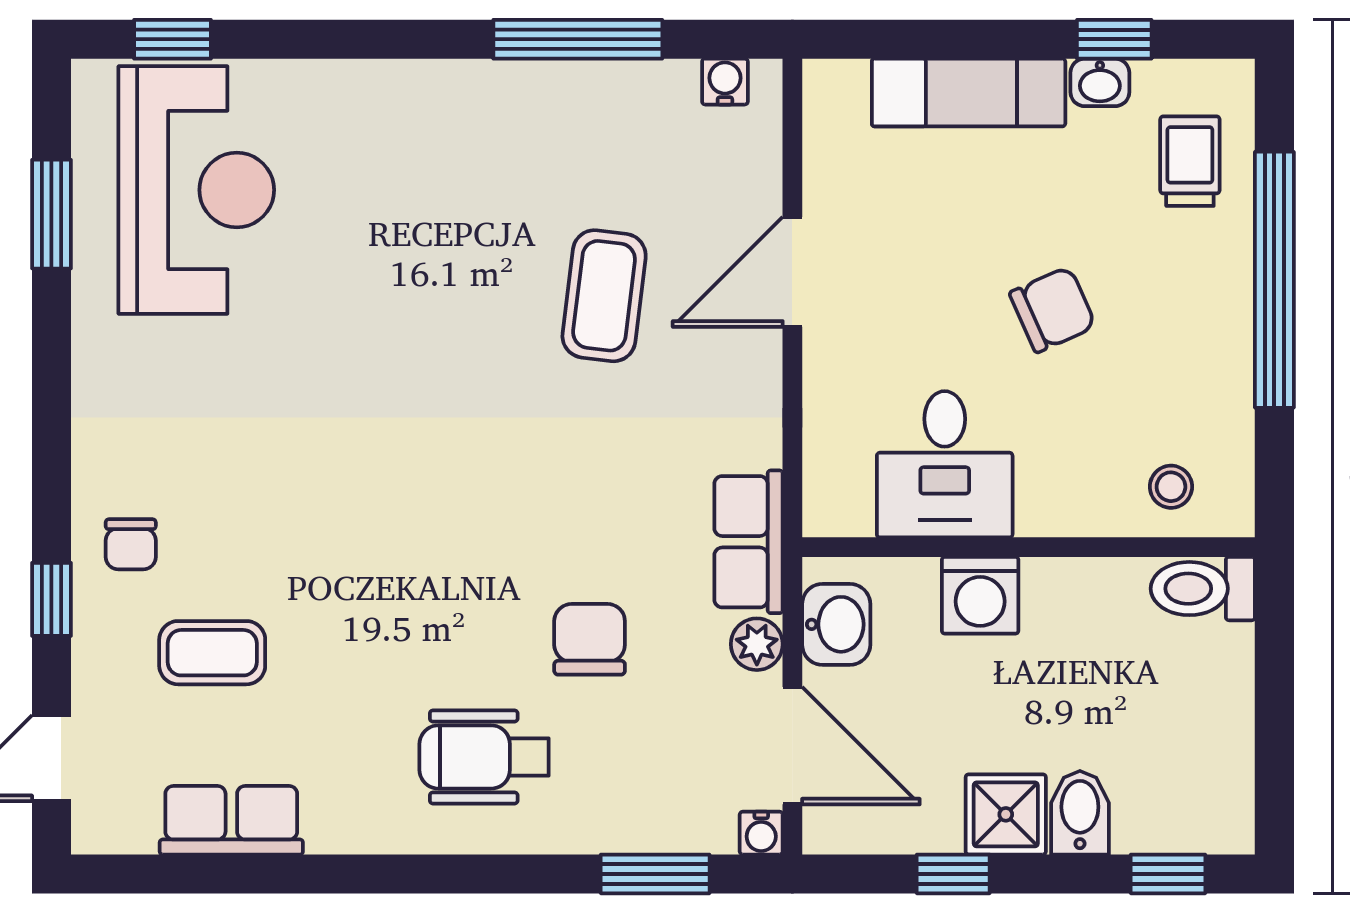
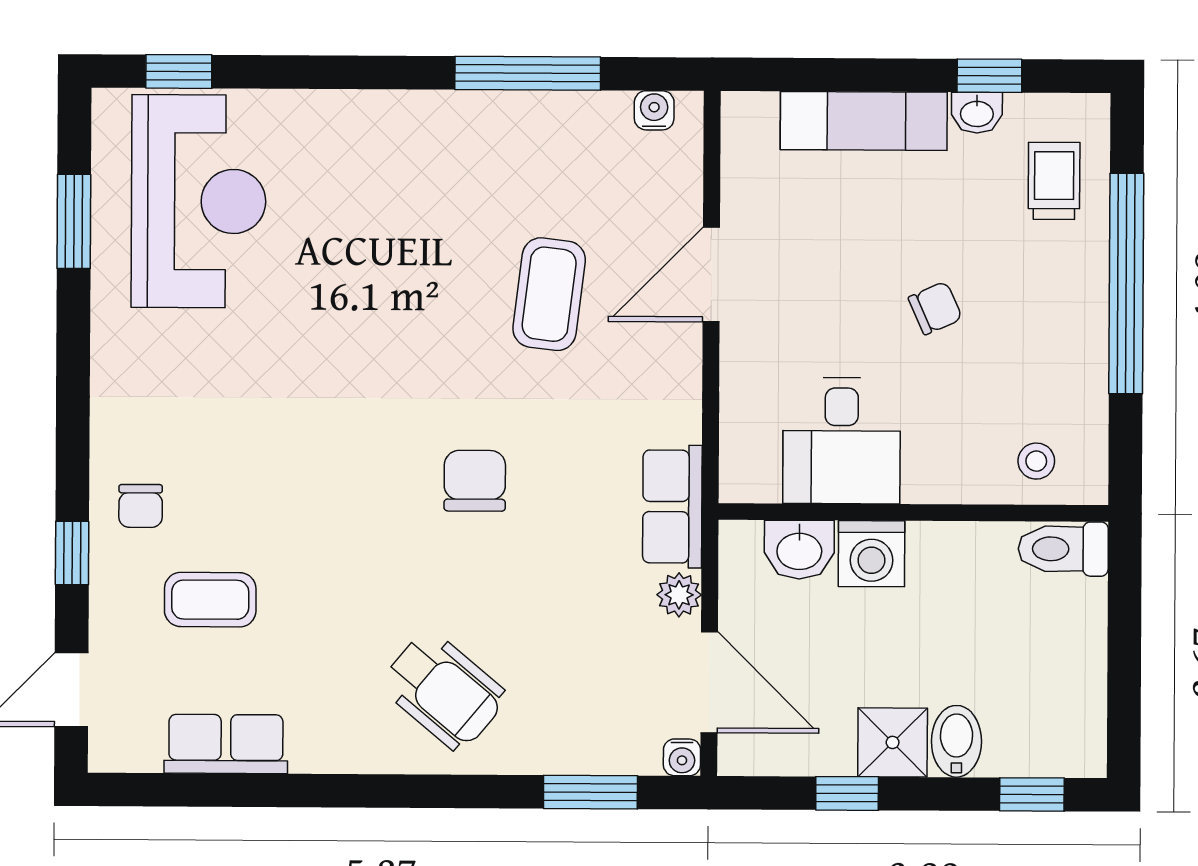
chair: (1053, 310) -> (935, 308), width x0.73, depth x0.73
washbasin: (836, 624) -> (799, 550), moved, turned 90
chair: (590, 639) -> (475, 481), moved
wheelchair: (484, 757) -> (444, 691), turned -140

